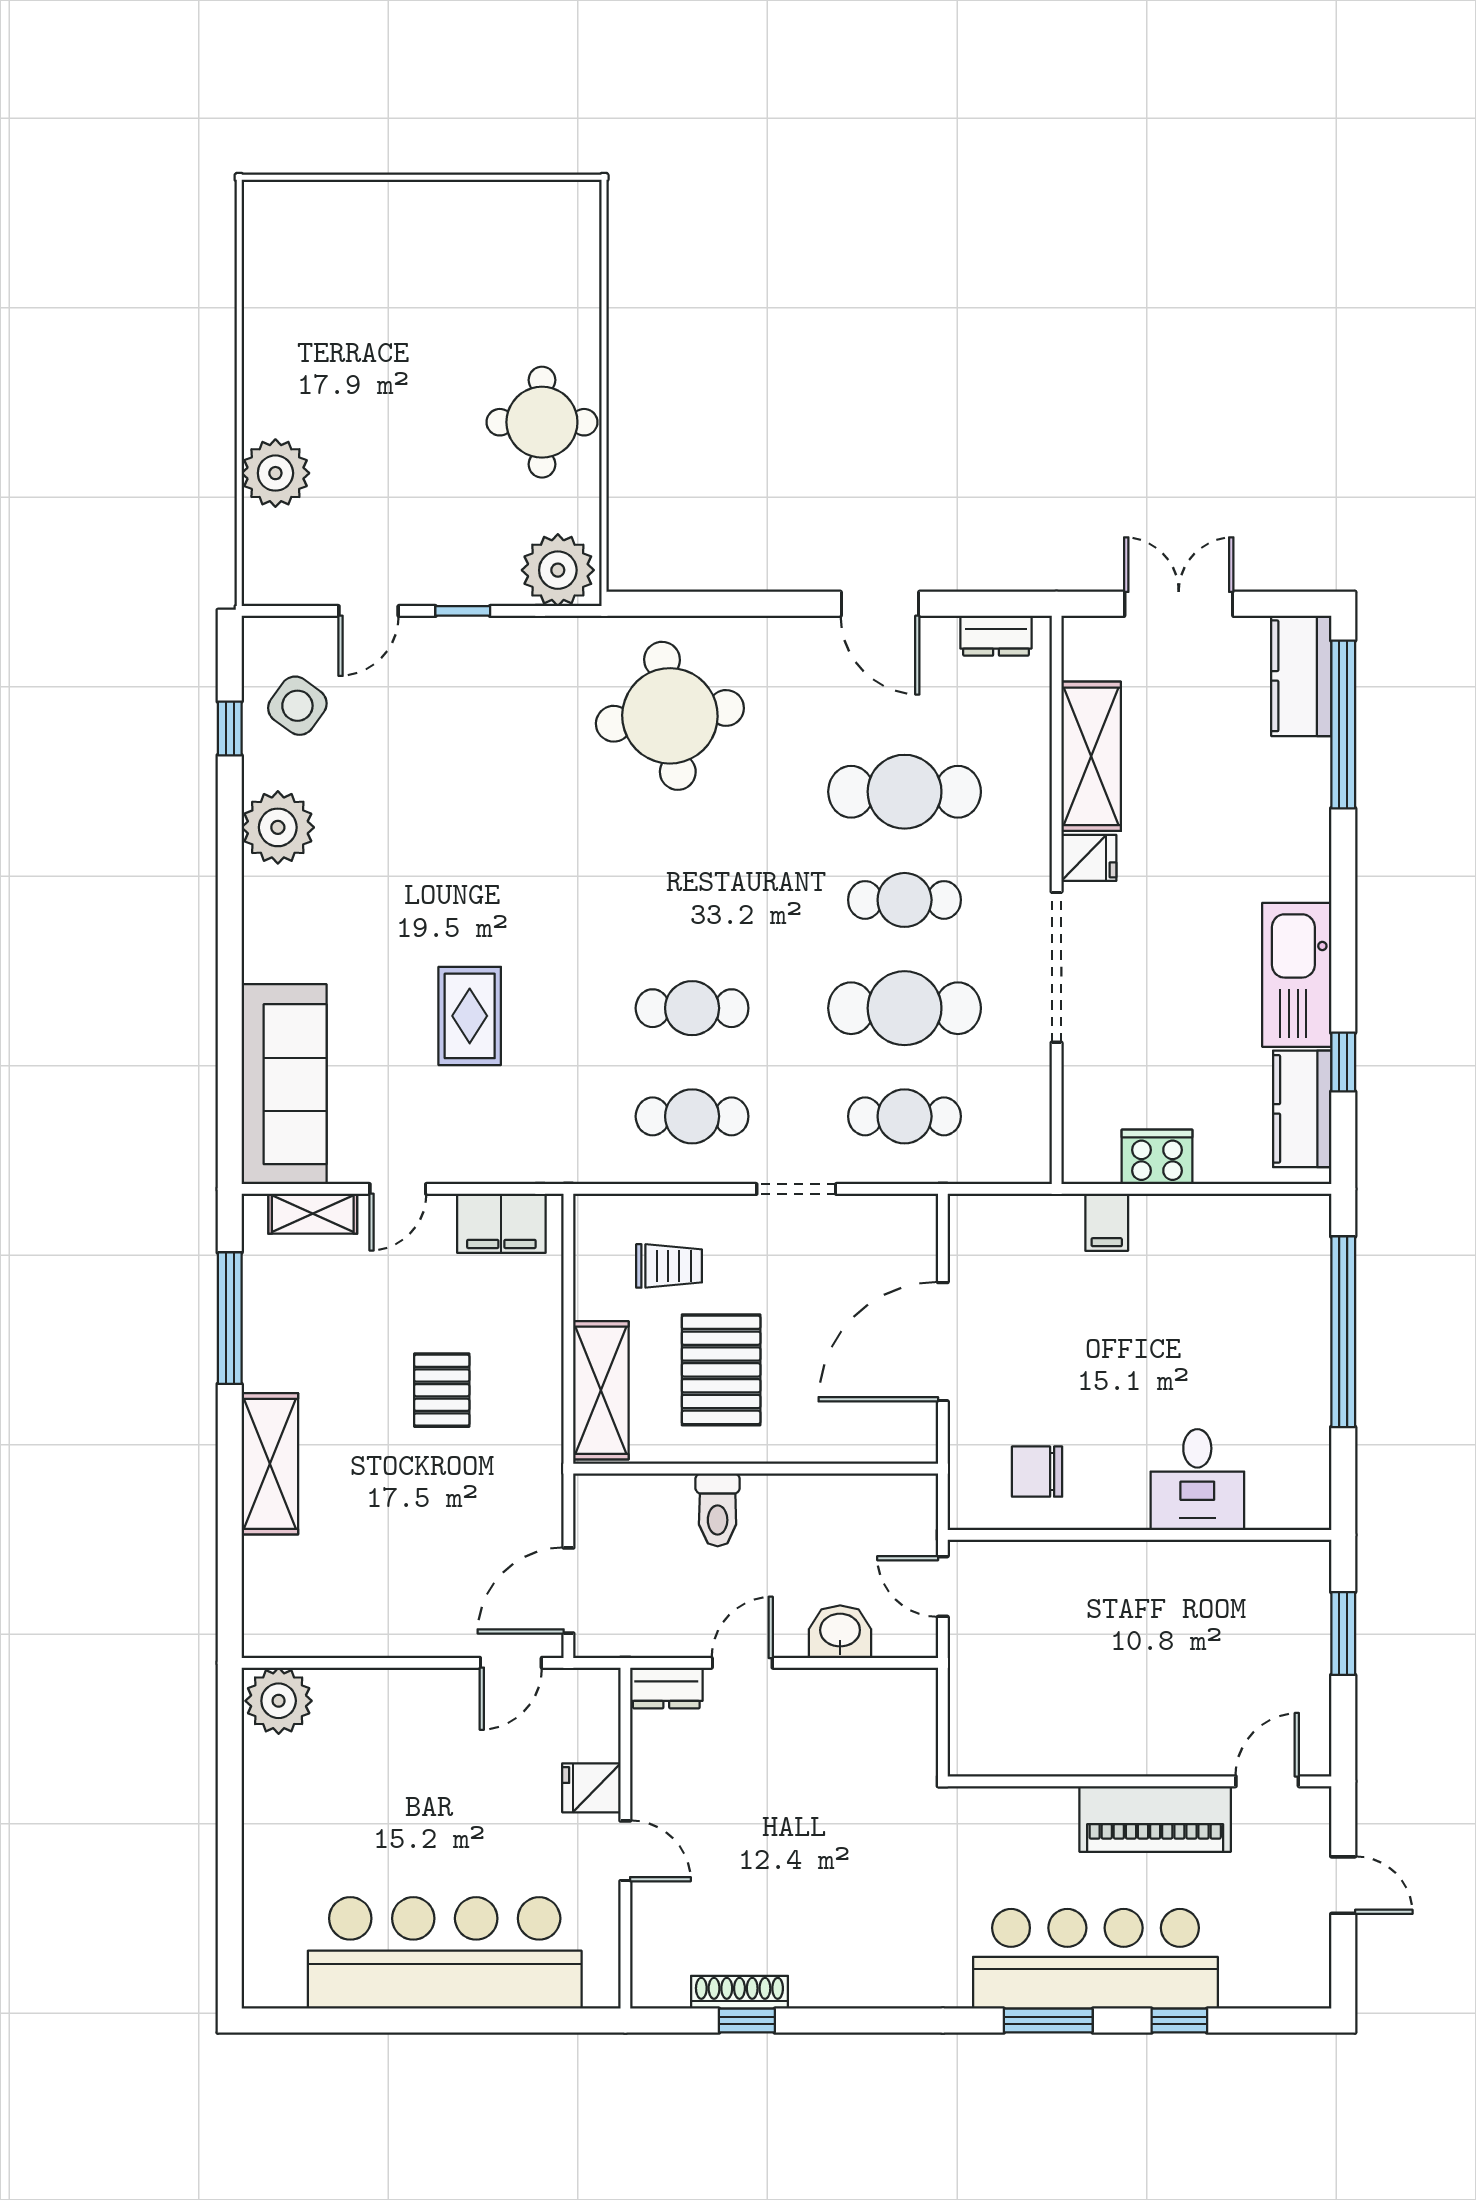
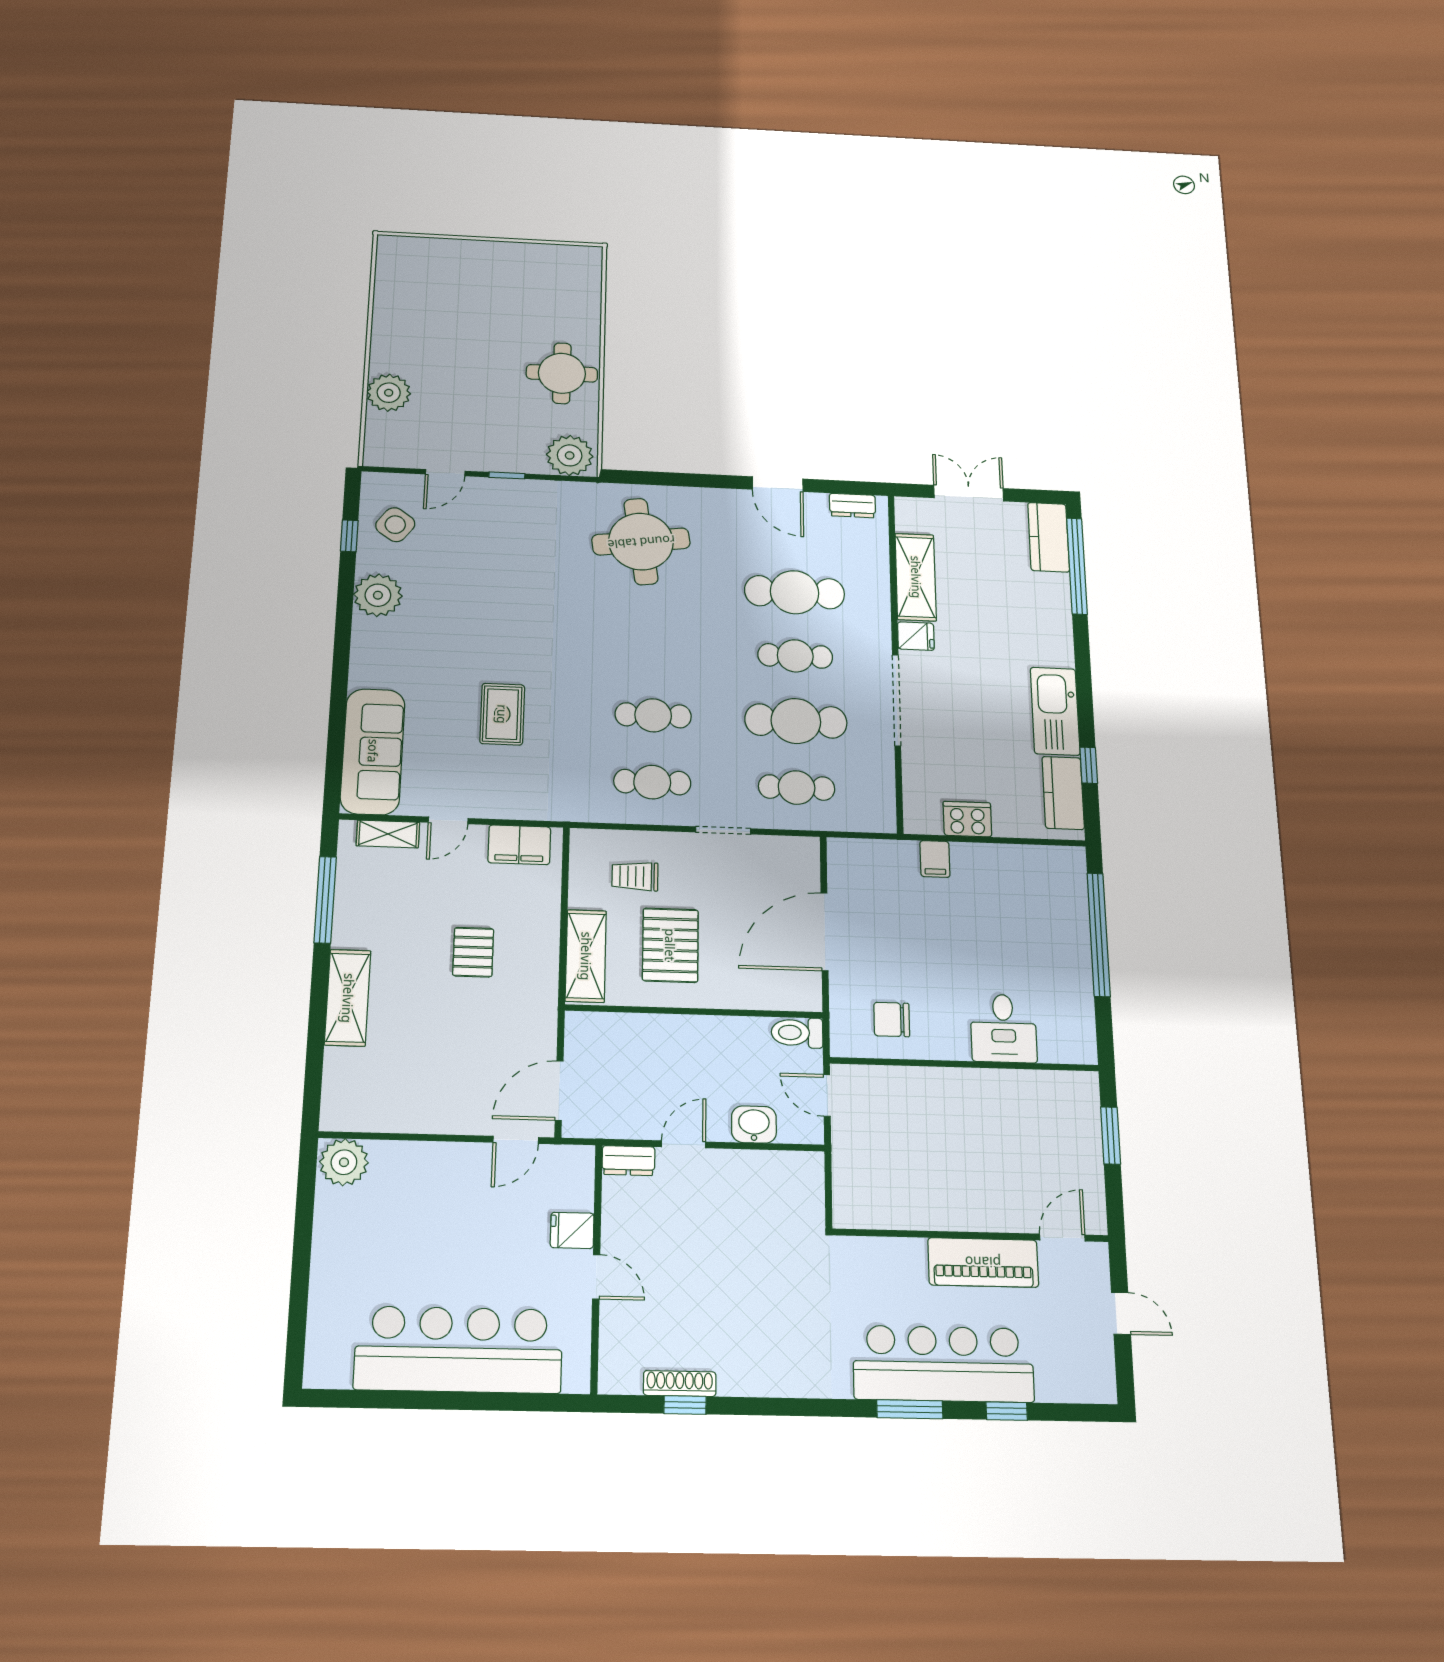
trolley: (669, 1266) -> (635, 876), turned 180
toilet: (718, 1510) -> (797, 1033), moved, turned 90

